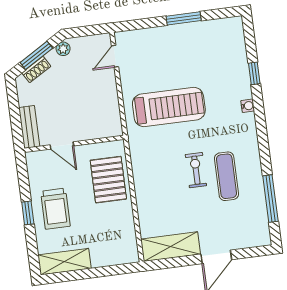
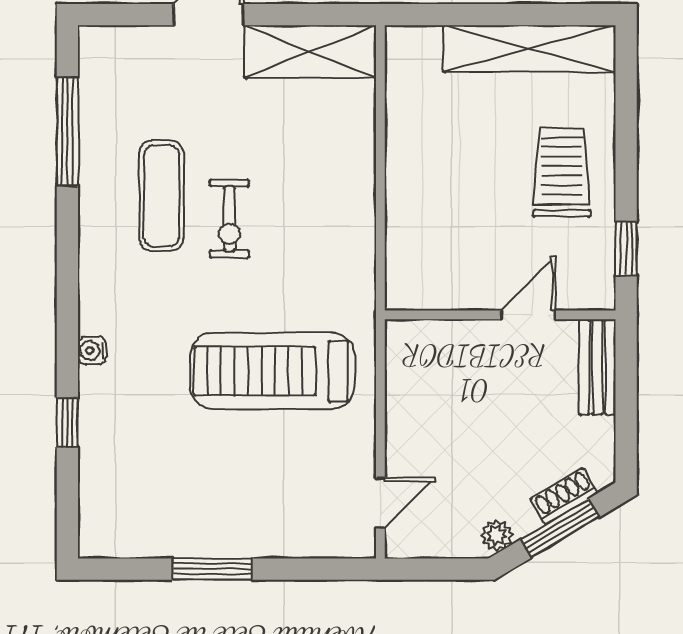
door: (62, 145) -> (528, 315), hinge flipped
pallet: (108, 180) -> (432, 223), removed
window: (28, 213) -> (626, 248), moved
shelving: (64, 262) -> (529, 49), width x1.47

